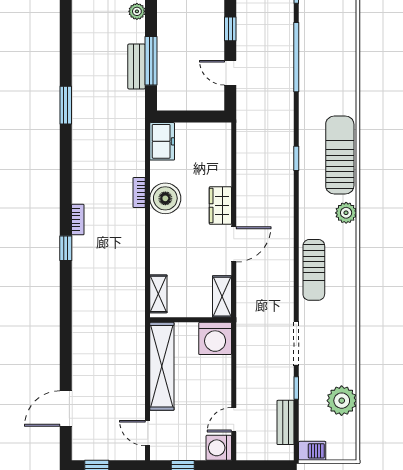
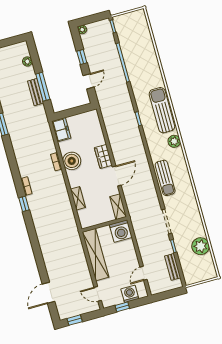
door: (230, 73) -> (88, 81), swing flipped
shelving: (158, 294) -> (78, 198), moved
washing machine: (219, 448) -> (130, 294), moved, turned 90
barbecue: (312, 451) -> (192, 279), removed

